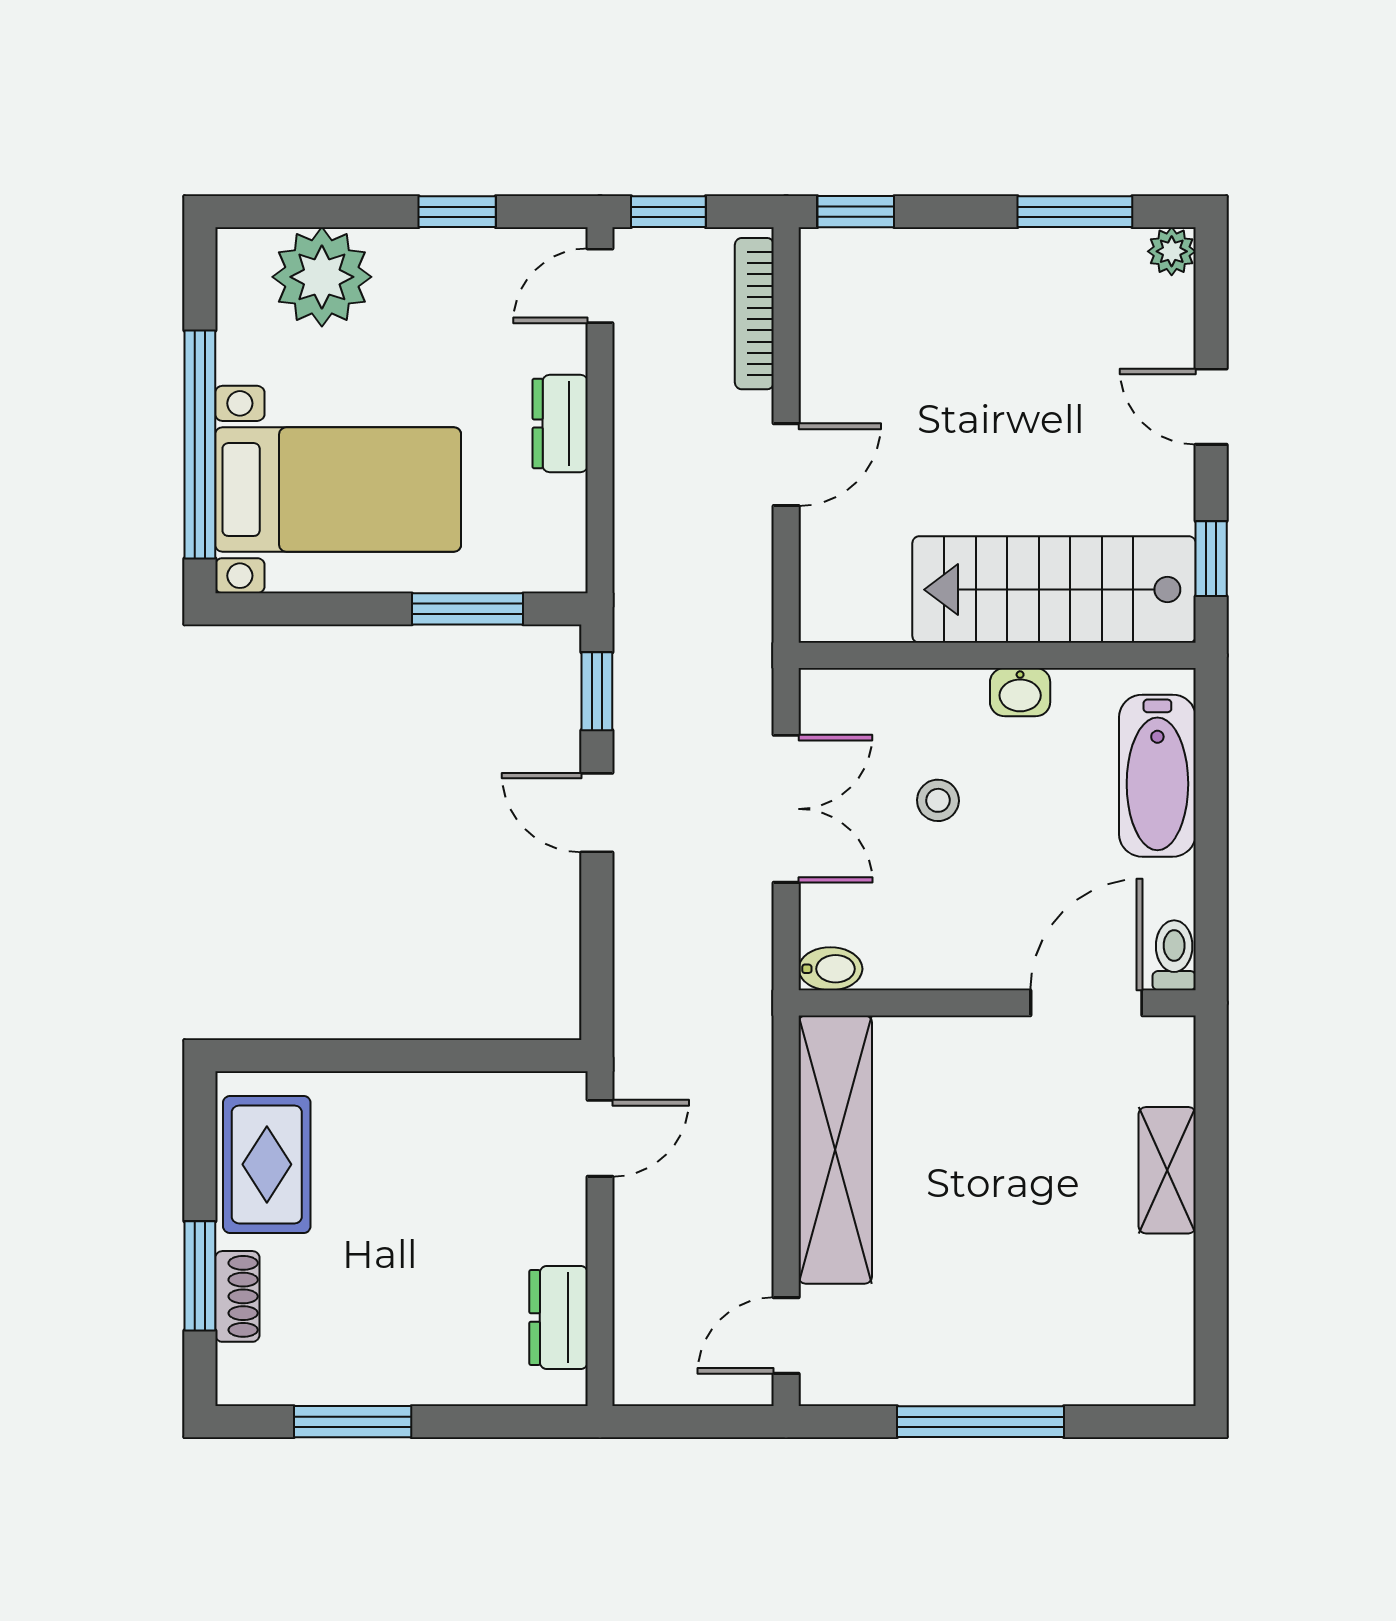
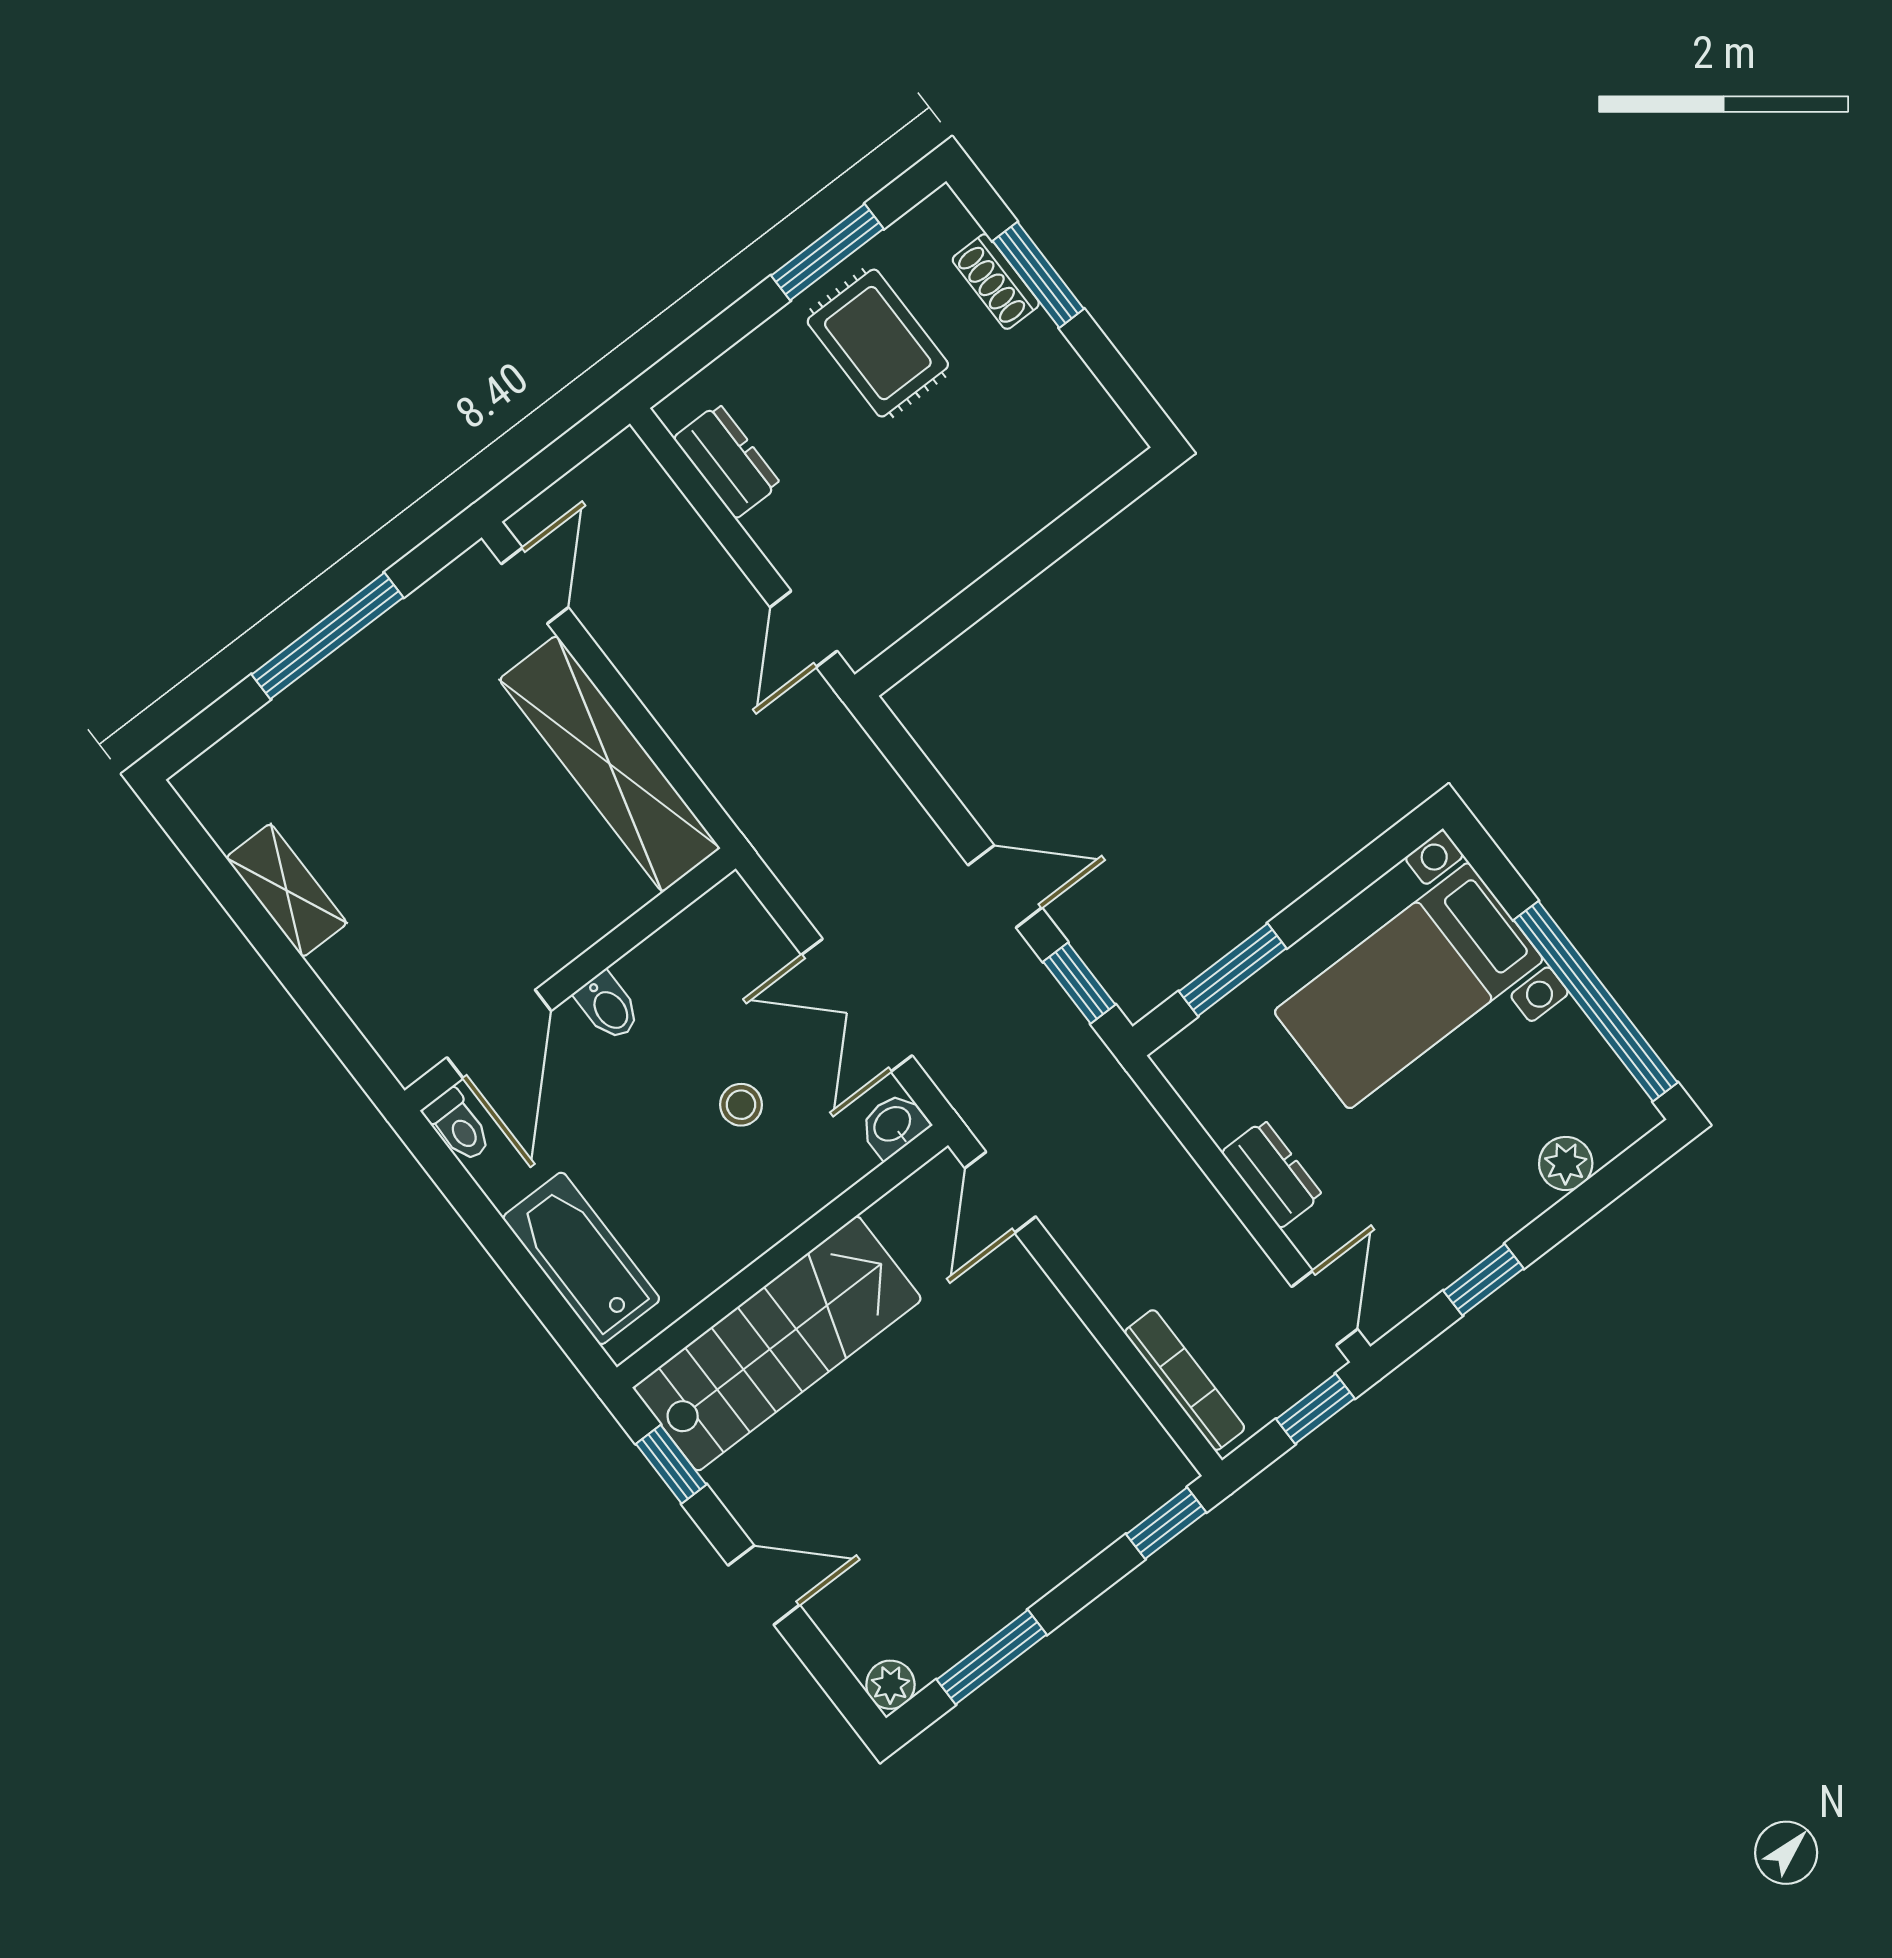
plant: (322, 277) -> (1566, 1163), width x0.53, depth x0.53
window: (200, 445) -> (1596, 1001), moved
door: (786, 465) -> (1000, 1192), moved
washbasin: (1020, 692) -> (893, 1125), moved
bidet: (830, 969) -> (608, 1006), moved, turned -90
rug: (267, 1164) -> (878, 343), moved
shelving: (1167, 1170) -> (286, 890), moved

